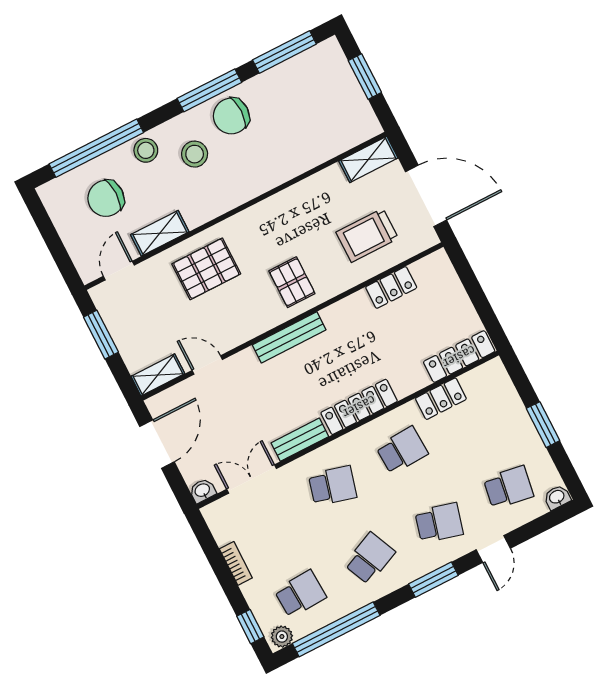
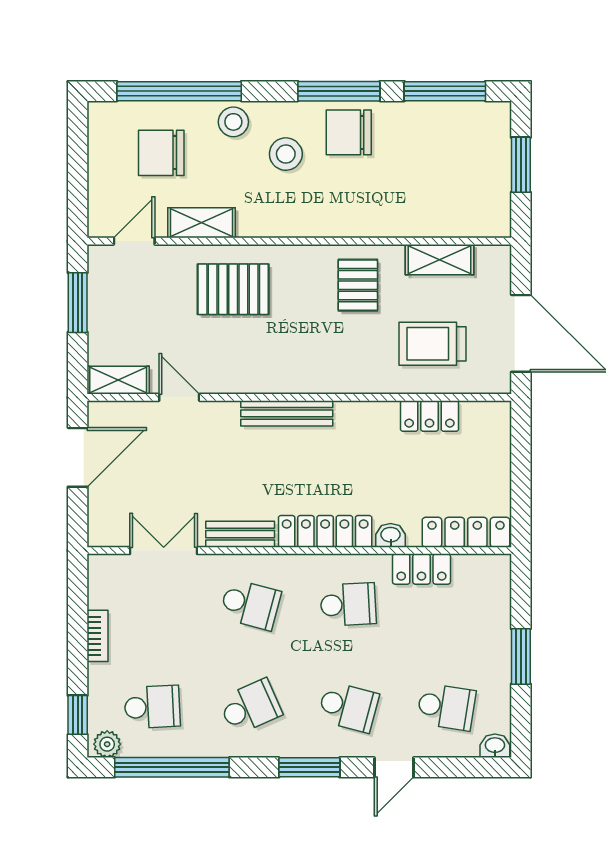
shelving: (368, 159) -> (440, 260), moved
pallet: (292, 282) -> (358, 285), moved
washbasin: (203, 491) -> (391, 535), moved

